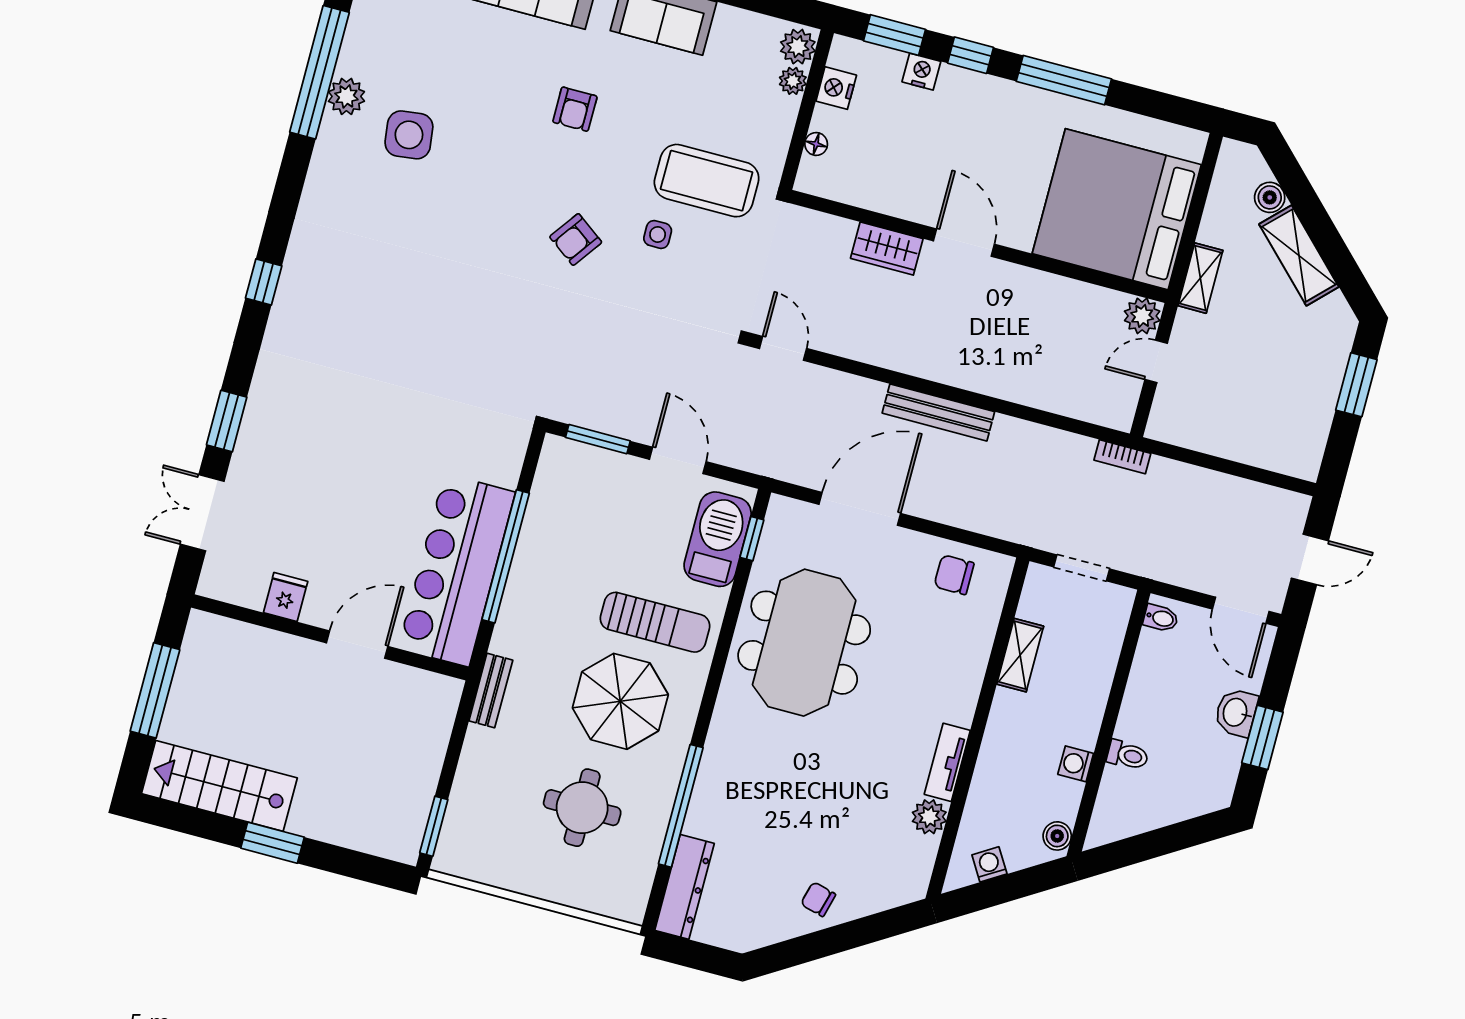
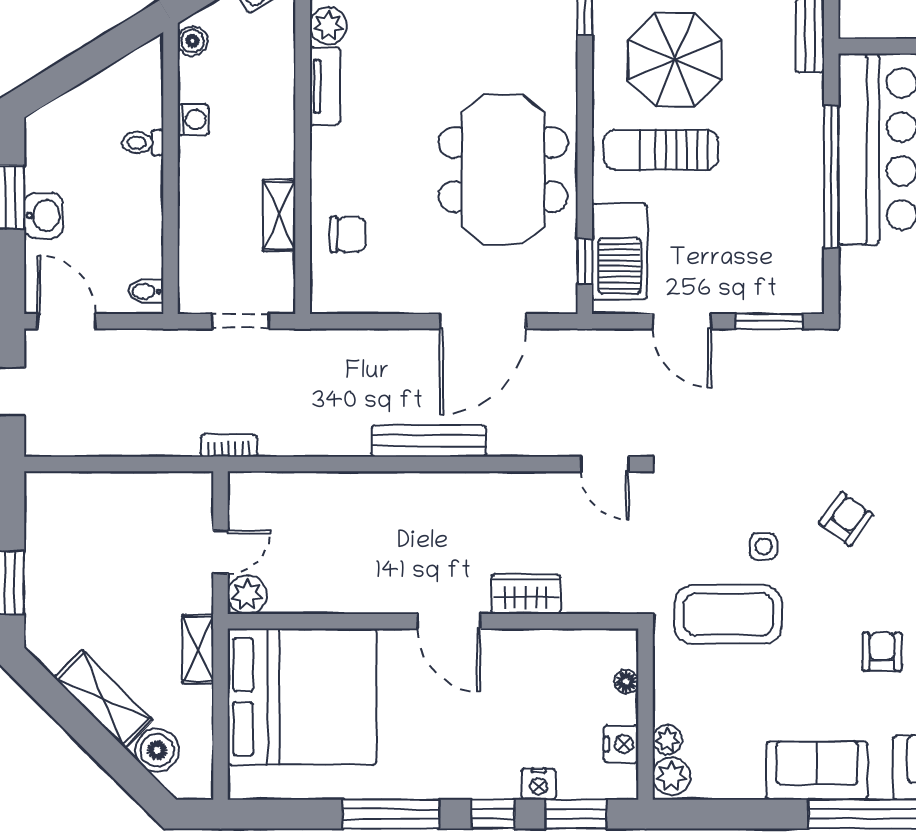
boiler: (1270, 197) -> (157, 750), width x1.36, depth x1.36
chair: (954, 575) -> (348, 234), moved

